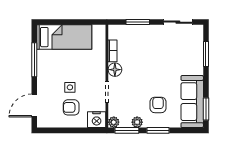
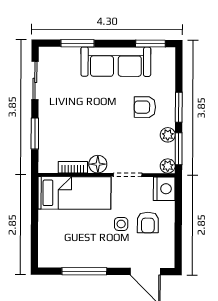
bed: (64, 37) -> (74, 193), moved, turned 90
sofa: (192, 102) -> (116, 62), moved

